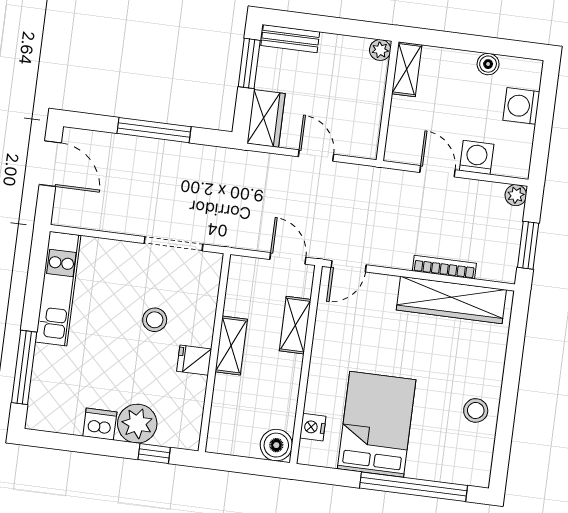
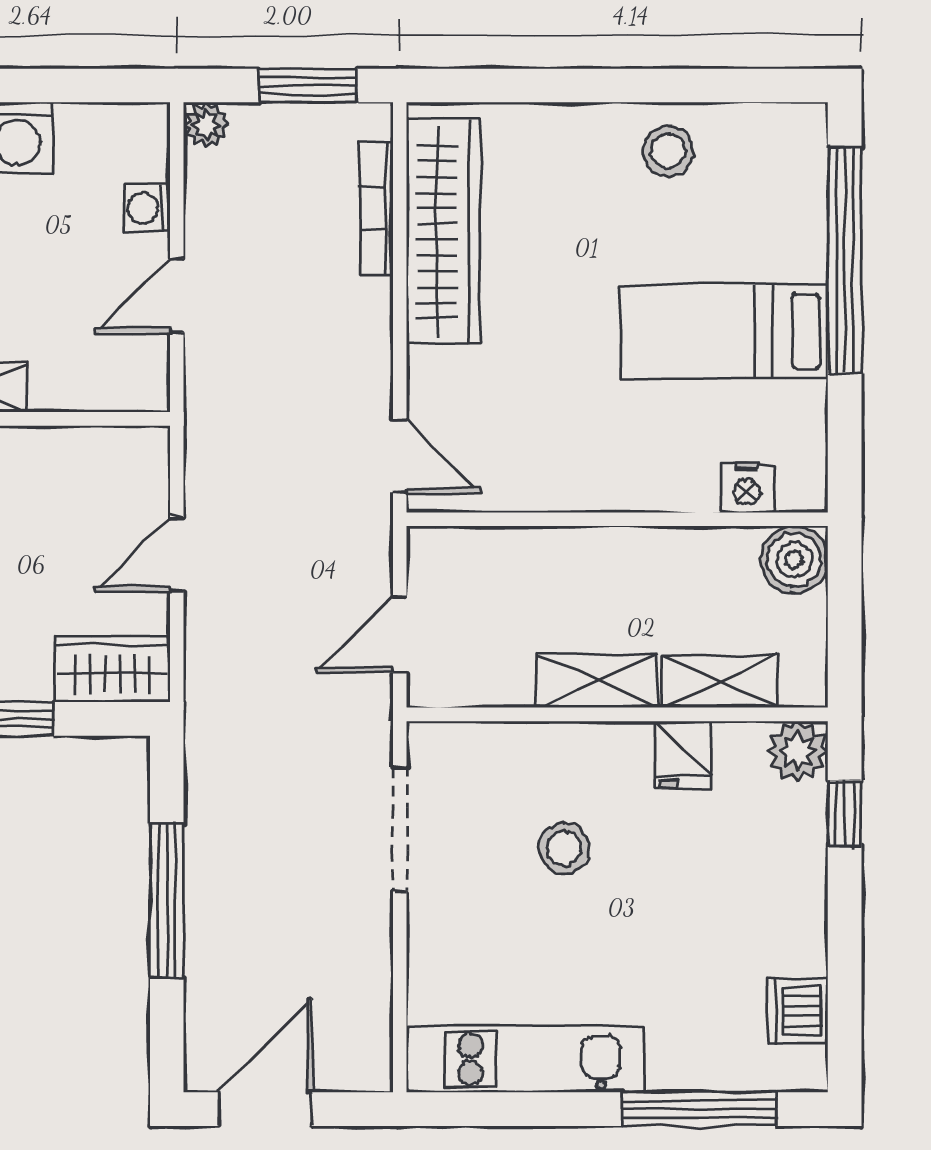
washing machine: (477, 157) -> (146, 208), width x0.73, depth x0.73
door: (288, 258) -> (400, 634), moved
bookcase: (444, 267) -> (376, 208), moved
shelving: (295, 325) -> (720, 681), moved
fridge: (194, 360) -> (683, 755), moved
dishwasher: (100, 424) -> (798, 1011), moved
plant: (137, 424) -> (798, 751), moved, width x0.73, depth x0.73
bed: (377, 424) -> (724, 331), width x0.67

